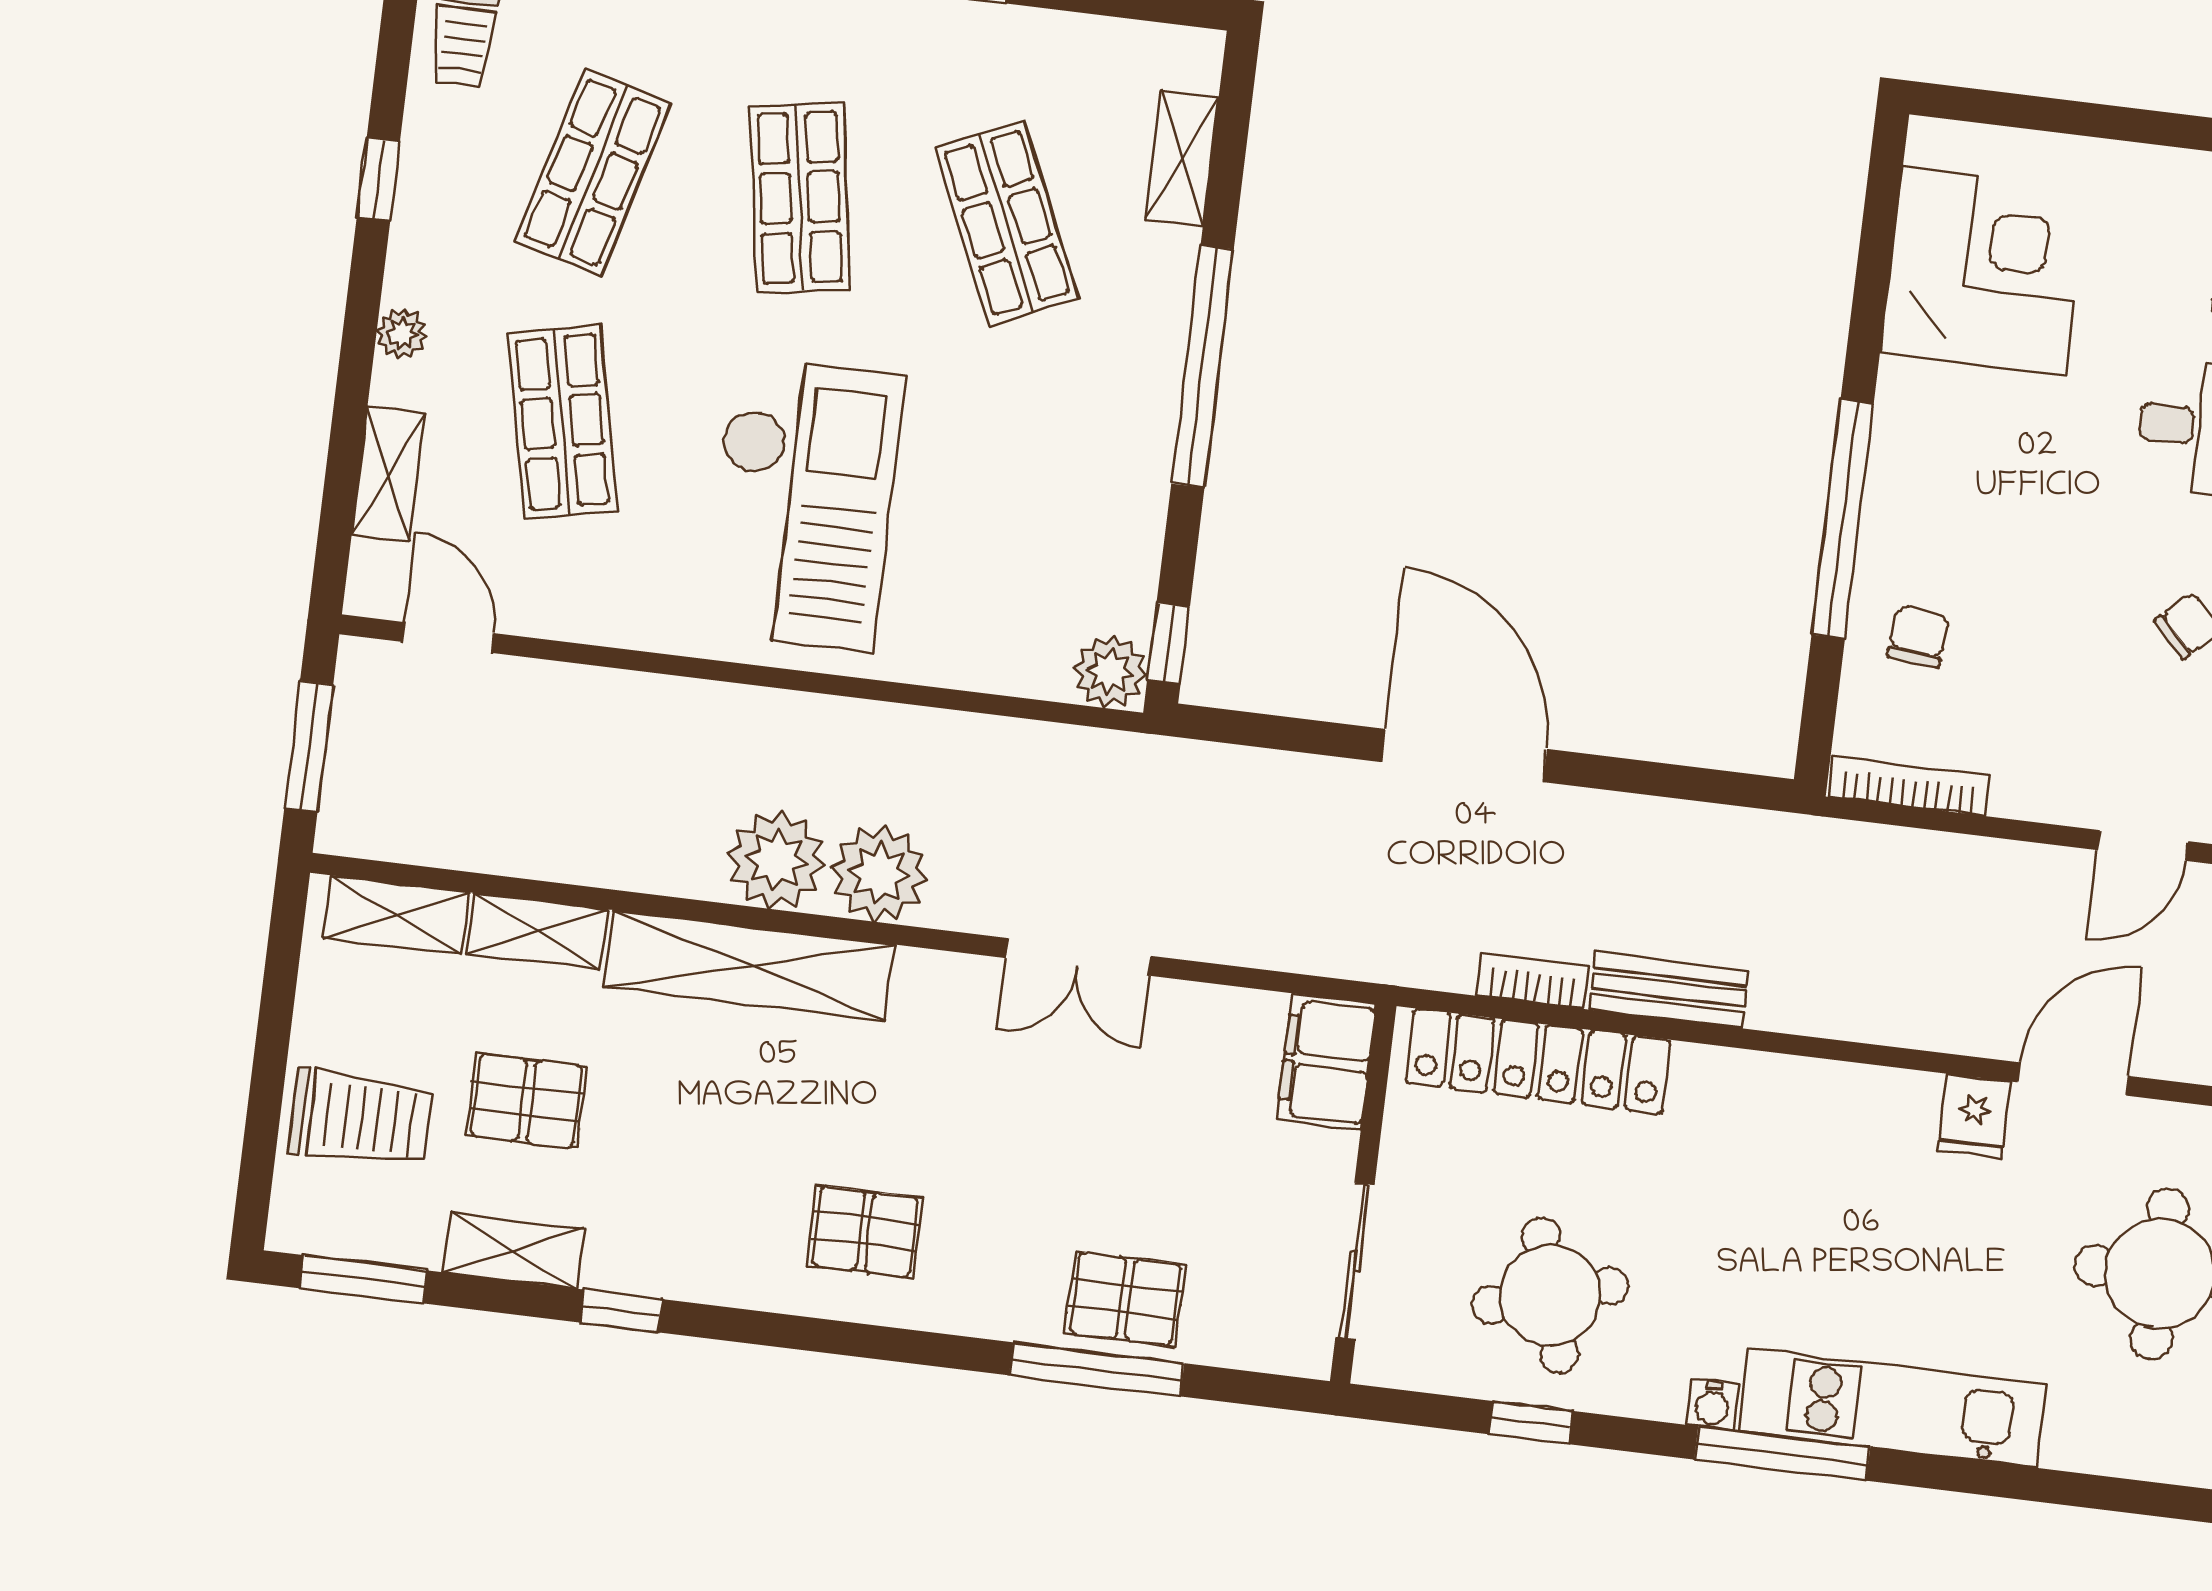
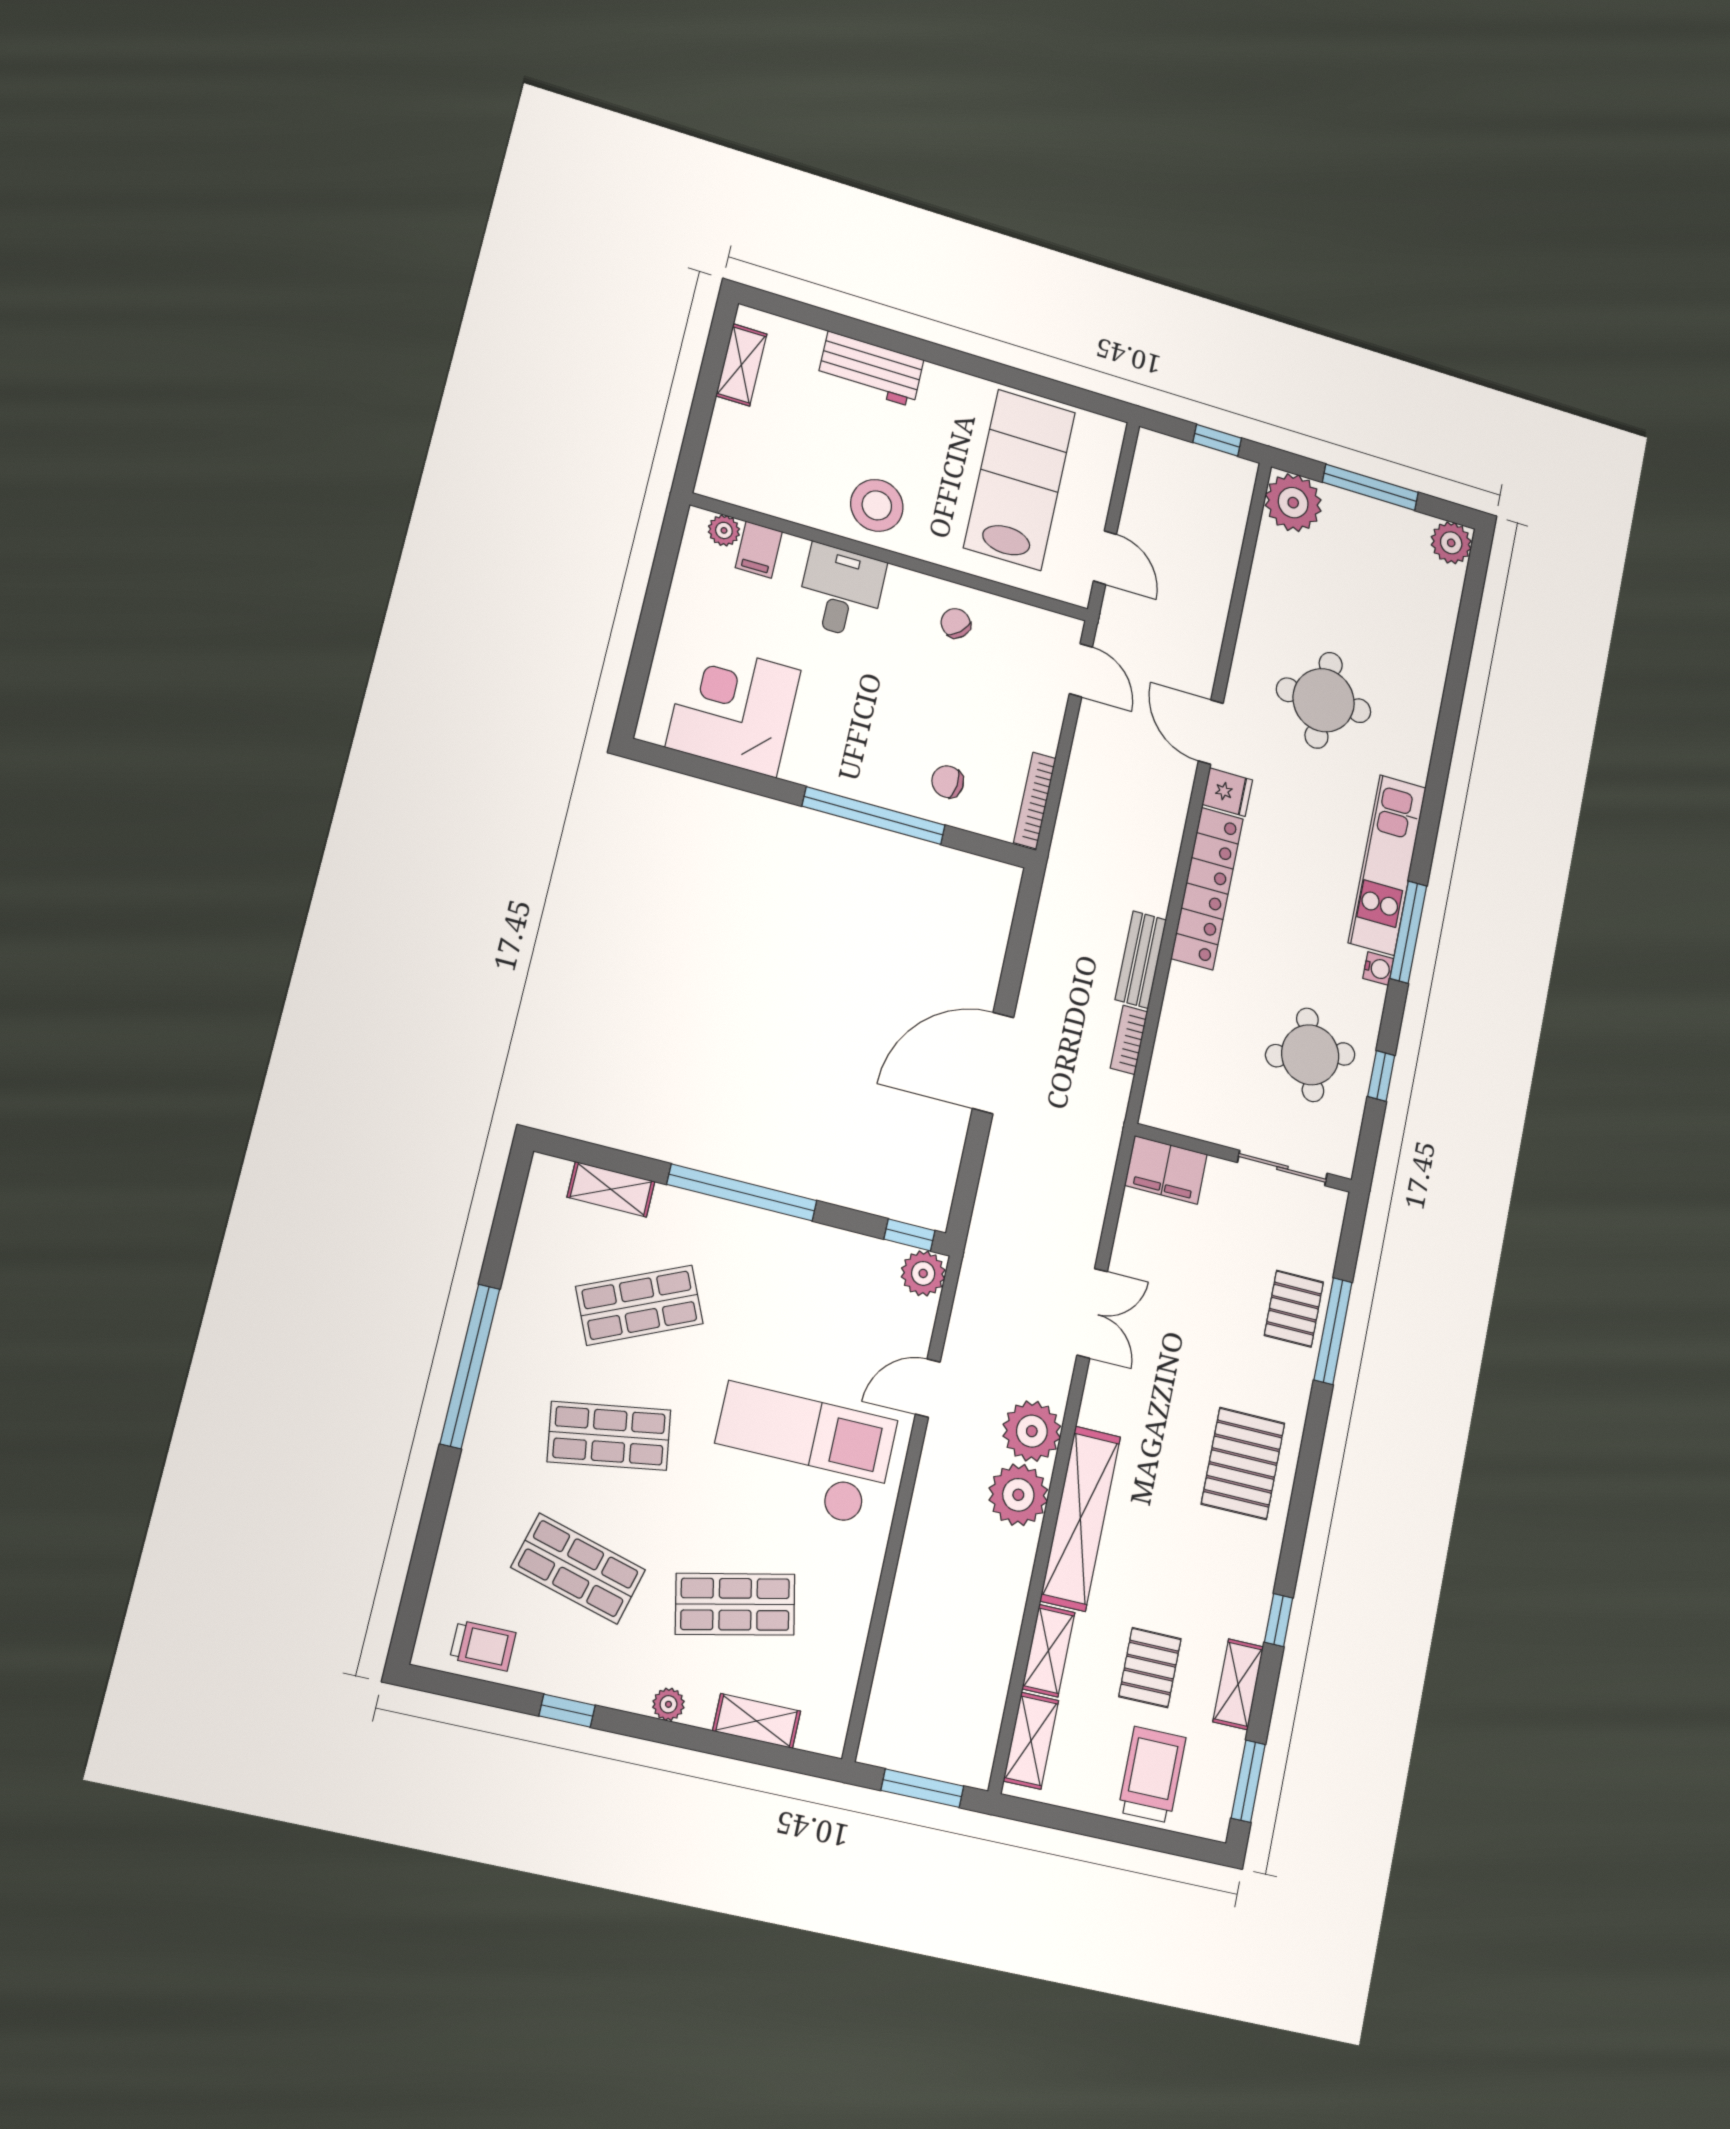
door: (448, 637) -> (928, 1388), moved
locker: (1538, 1061) -> (1207, 888), moved
pallet: (865, 1231) -> (1243, 1463), width x1.50, depth x1.42

